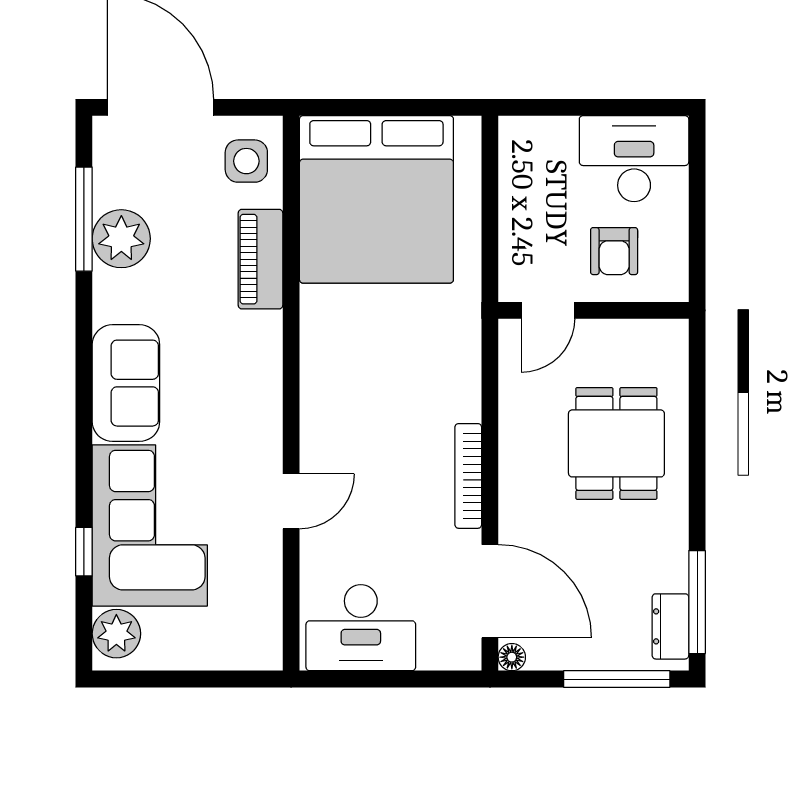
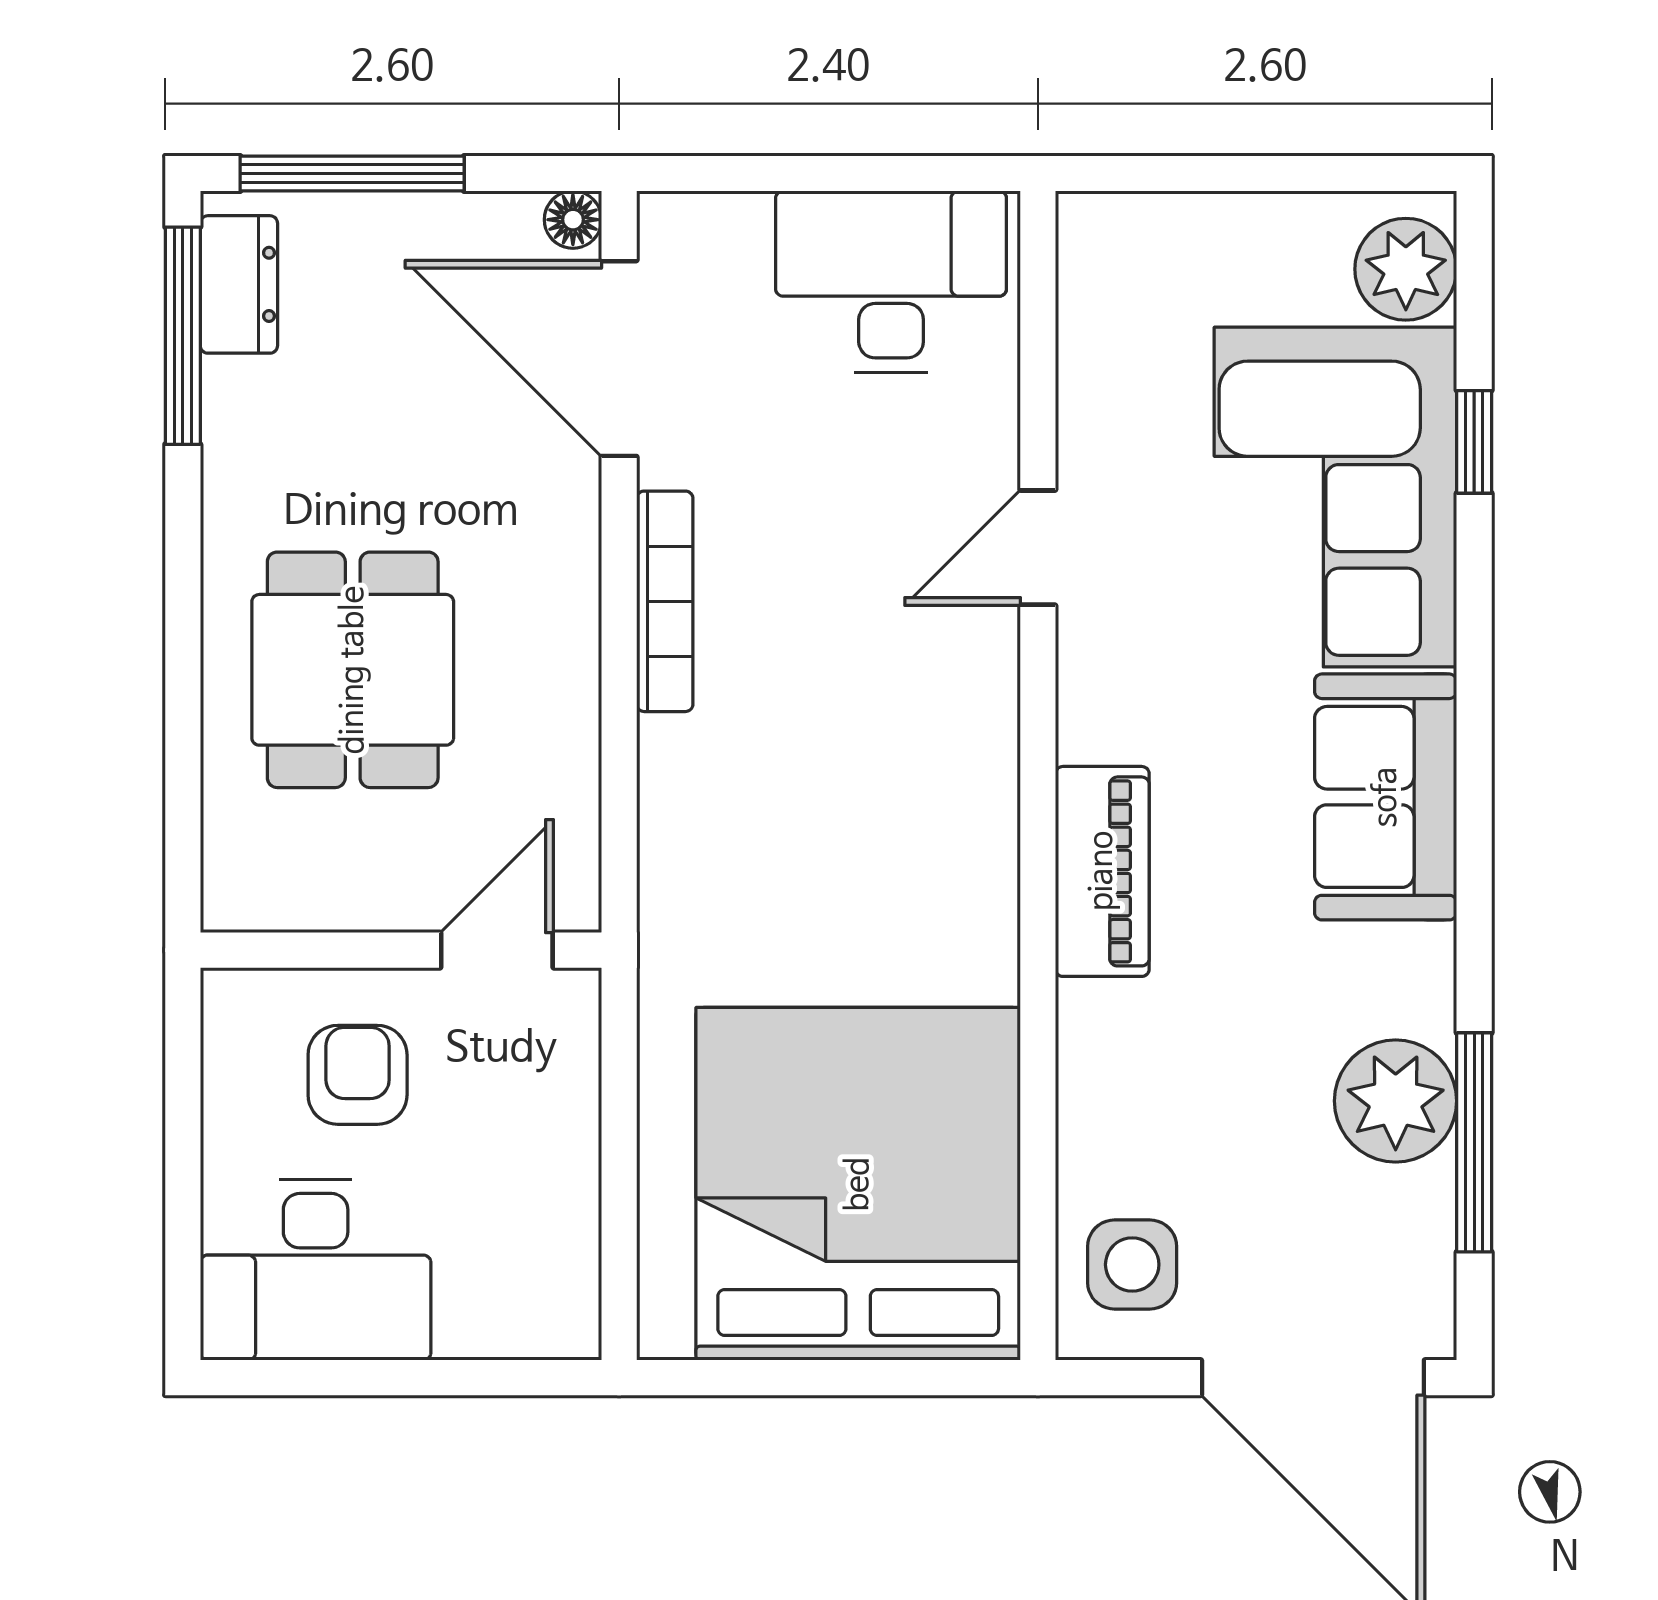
piano: (261, 259) -> (1102, 871), moved

